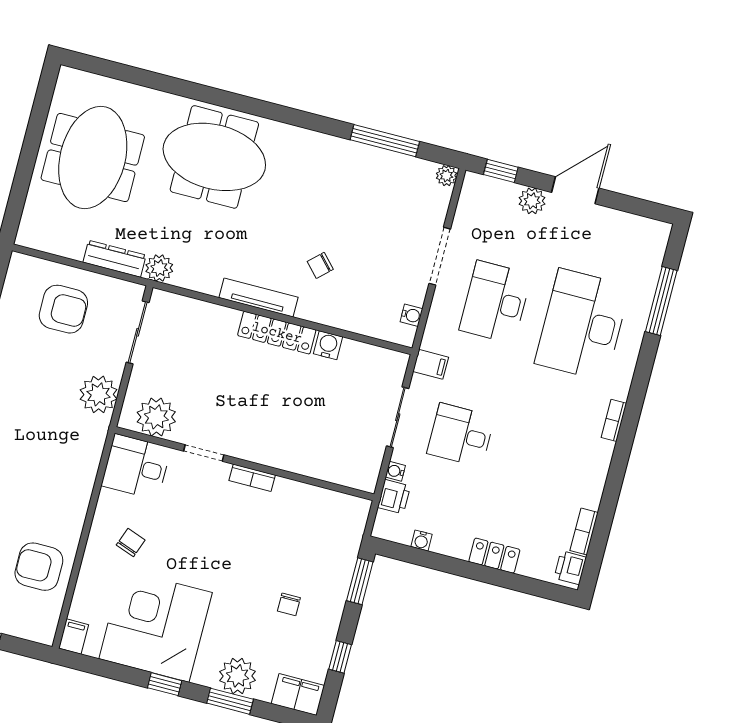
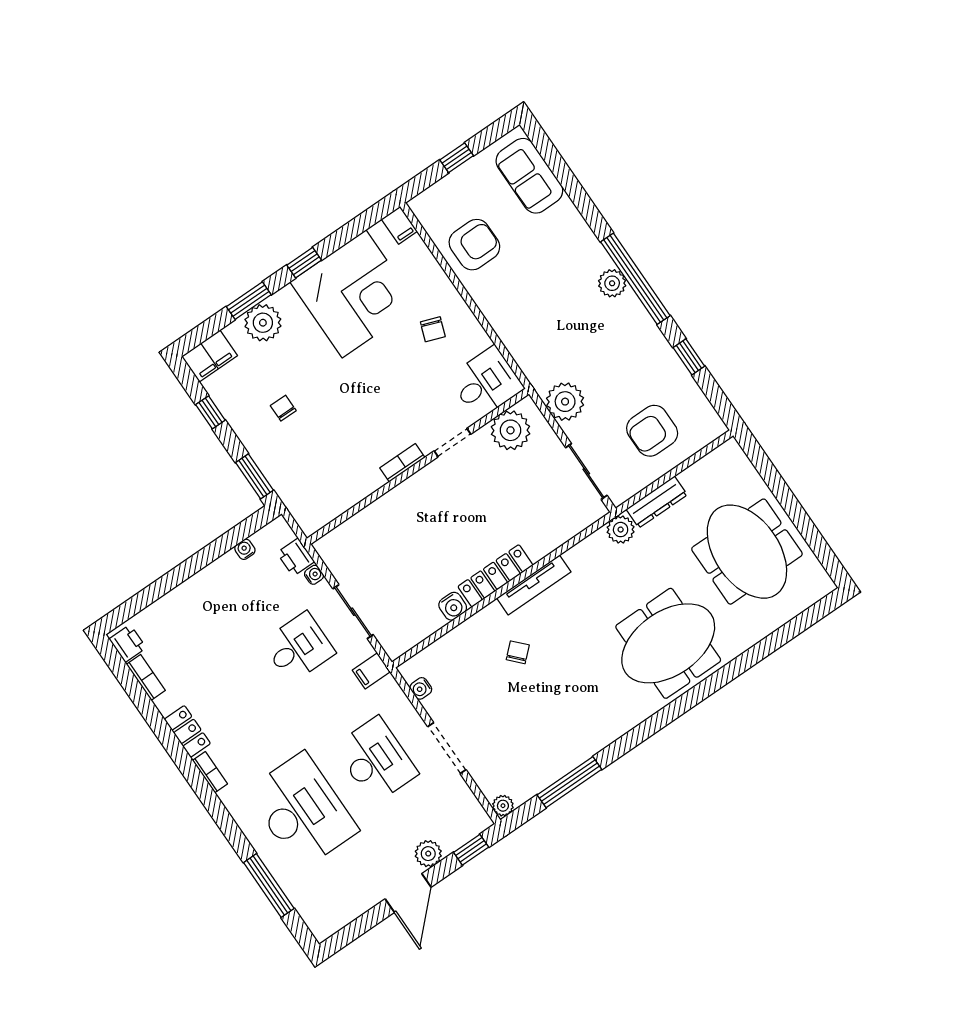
locker: (494, 556) -> (187, 731), moved, turned -90

